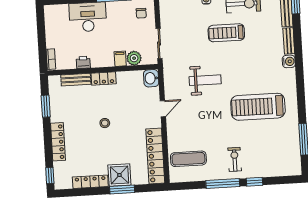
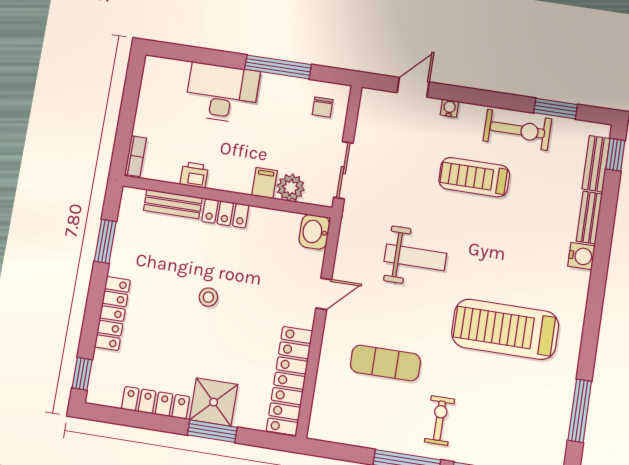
exercise mat: (188, 159) -> (385, 363), moved

